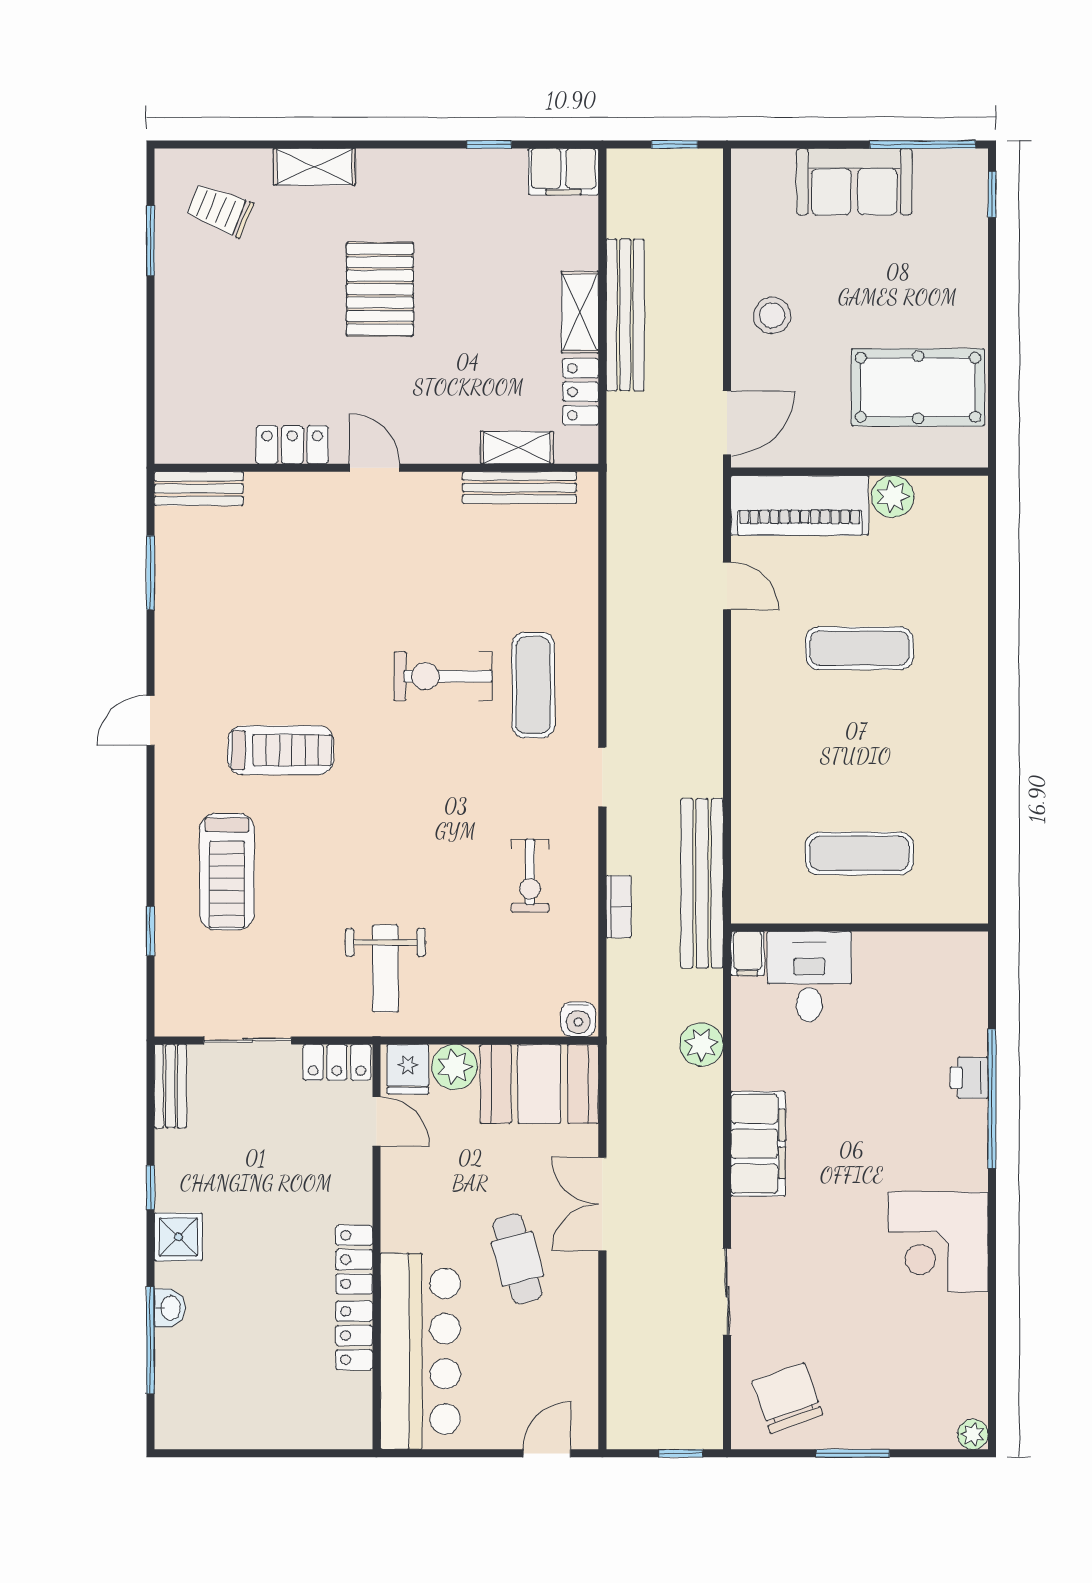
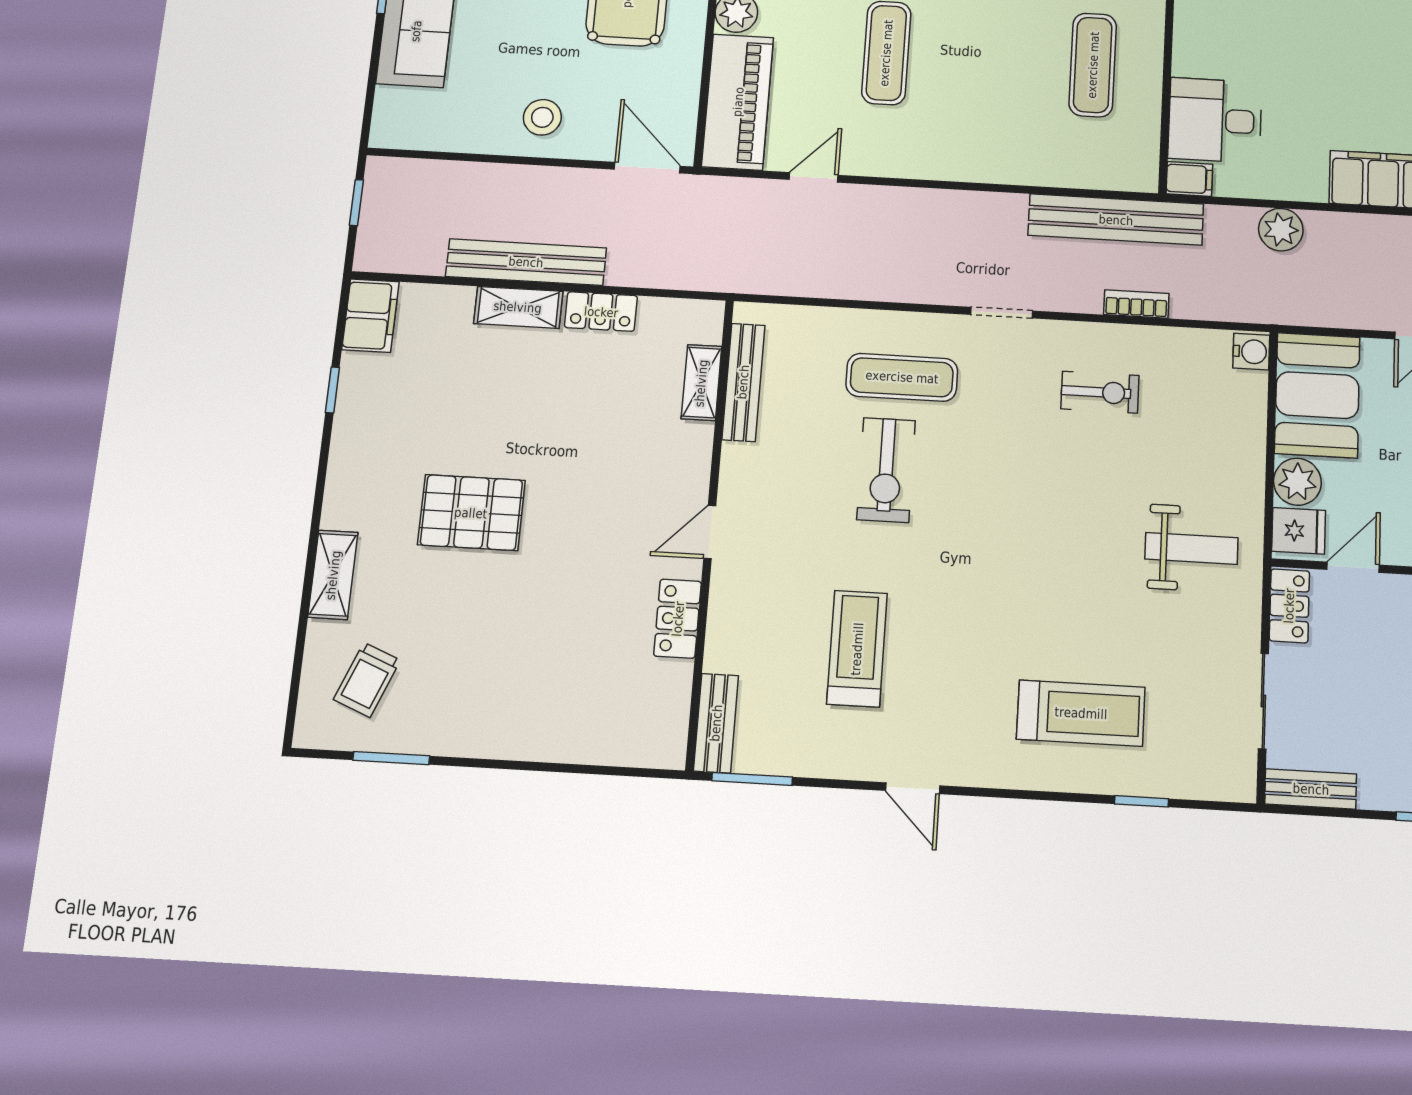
locker: (292, 445) -> (678, 619), moved
shelving: (517, 448) -> (701, 383), moved
door: (375, 468) -> (710, 532), moved
wall: (376, 468) -> (710, 530), moved
bench: (520, 488) -> (743, 382), moved
bench: (199, 489) -> (716, 723), moved
treadmill: (281, 750) -> (857, 649), moved

